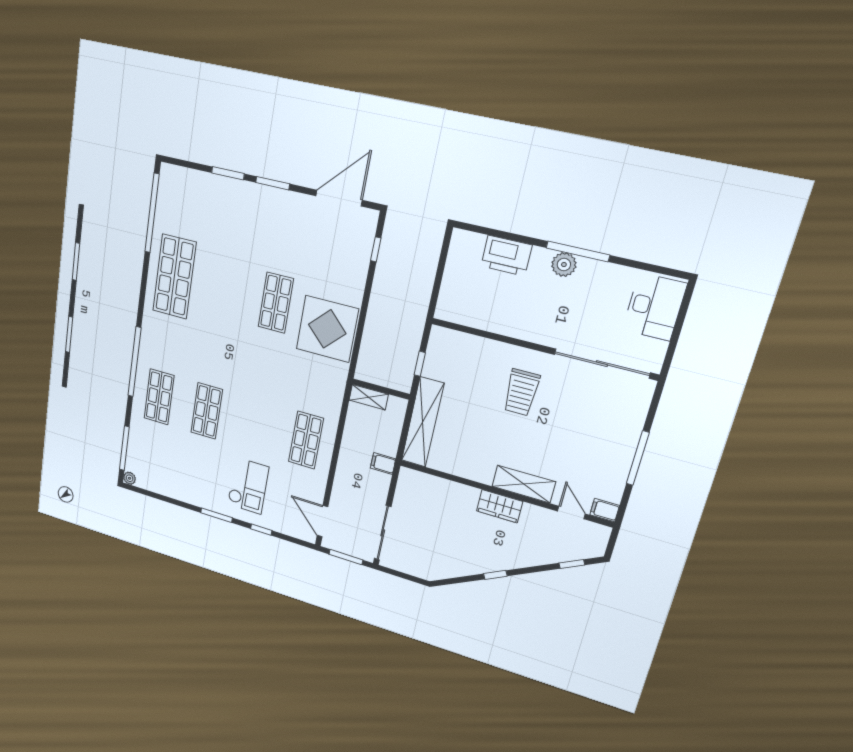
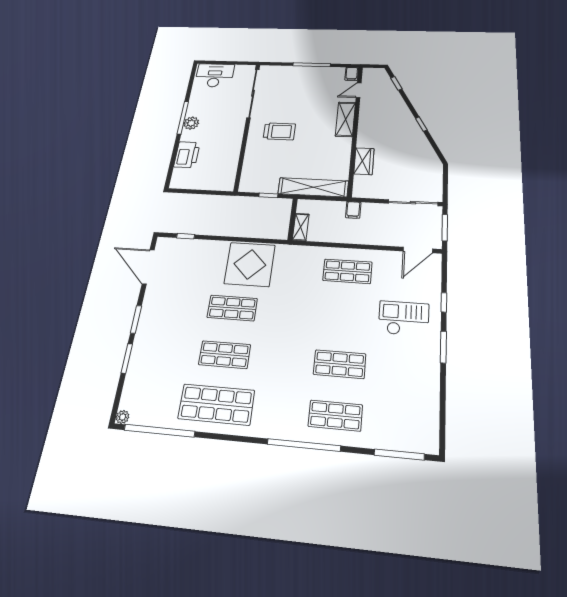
shop shelf: (224, 290) -> (225, 355), added
plant: (130, 478) -> (123, 417), moved
wardrobe: (500, 506) -> (364, 161), moved

